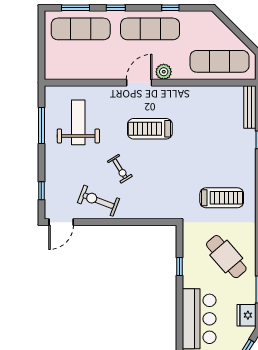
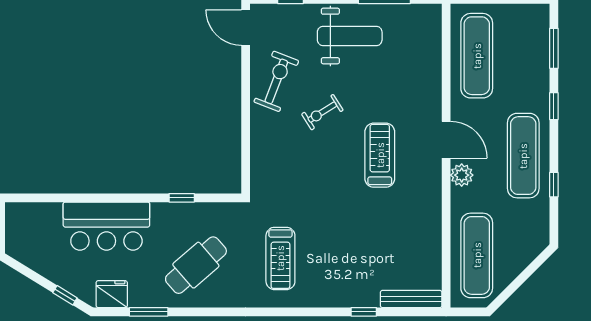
exercise mat: (81, 29) -> (477, 56), moved
weight bench: (78, 122) -> (350, 36), moved

